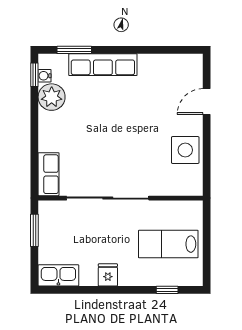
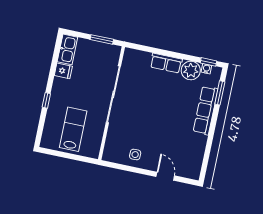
side table: (185, 150) -> (135, 155), width x0.54, depth x0.54
row of seats: (49, 174) -> (166, 63), moved
fridge: (108, 275) -> (63, 71), moved
window: (167, 290) -> (46, 100), moved

